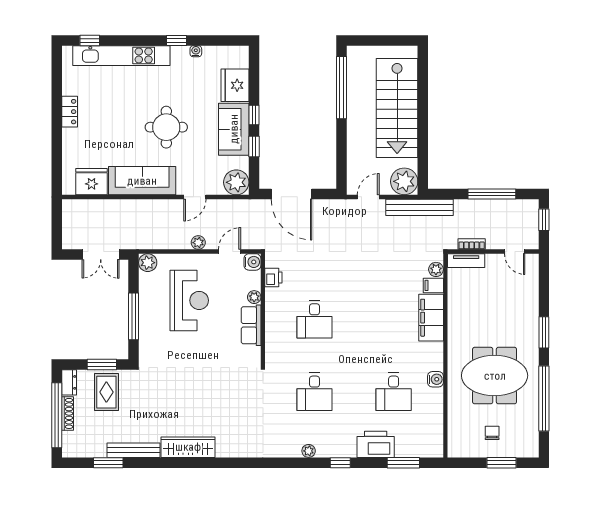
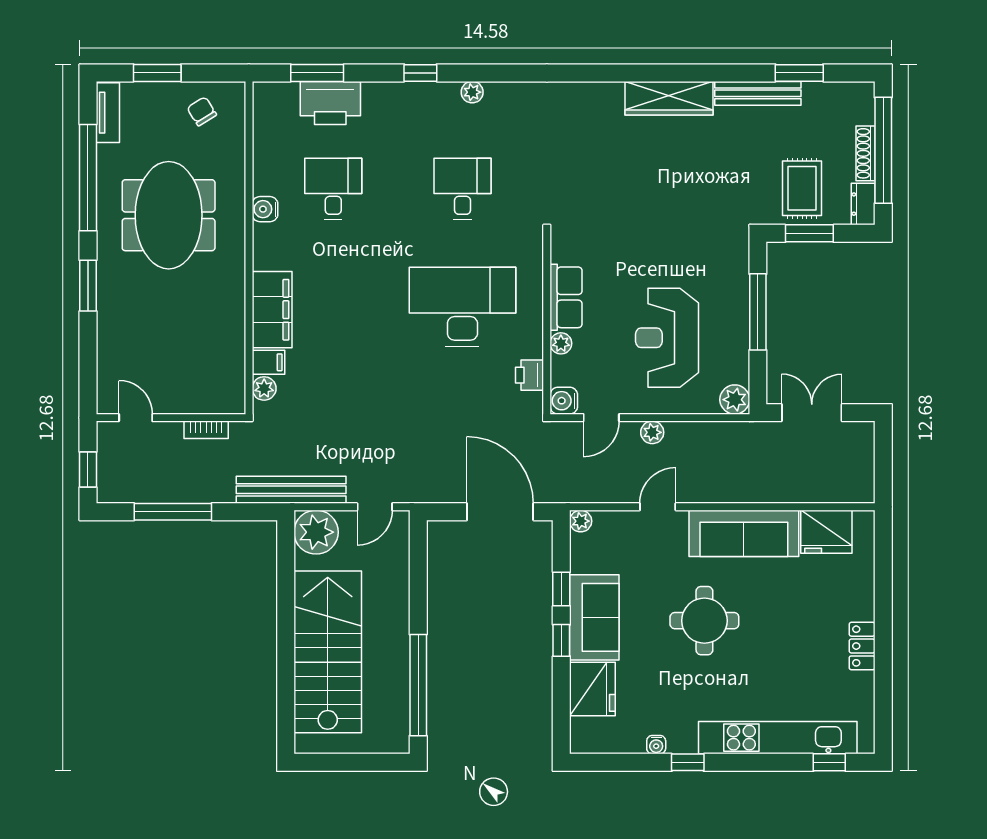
plant: (236, 182) -> (581, 521), width x0.53, depth x0.53
tv unit: (466, 261) -> (108, 113), moved, turned 90
desk: (314, 319) -> (462, 307), width x1.87, depth x1.30
meeting table: (495, 376) -> (169, 215), turned 90
chair: (492, 433) -> (202, 111), moved, turned 148
printer: (376, 444) -> (330, 103), moved

